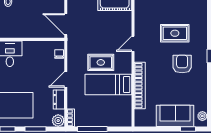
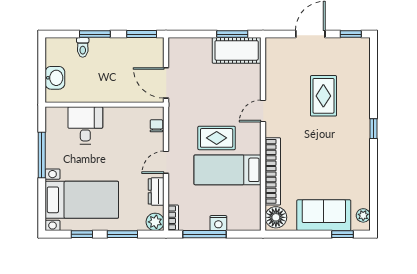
rug: (175, 33) -> (323, 96), turned 90
armchair: (182, 64) -> (334, 140), removed
floor lamp: (142, 117) -> (276, 217), added
nightstand: (102, 121) -> (218, 223), added

